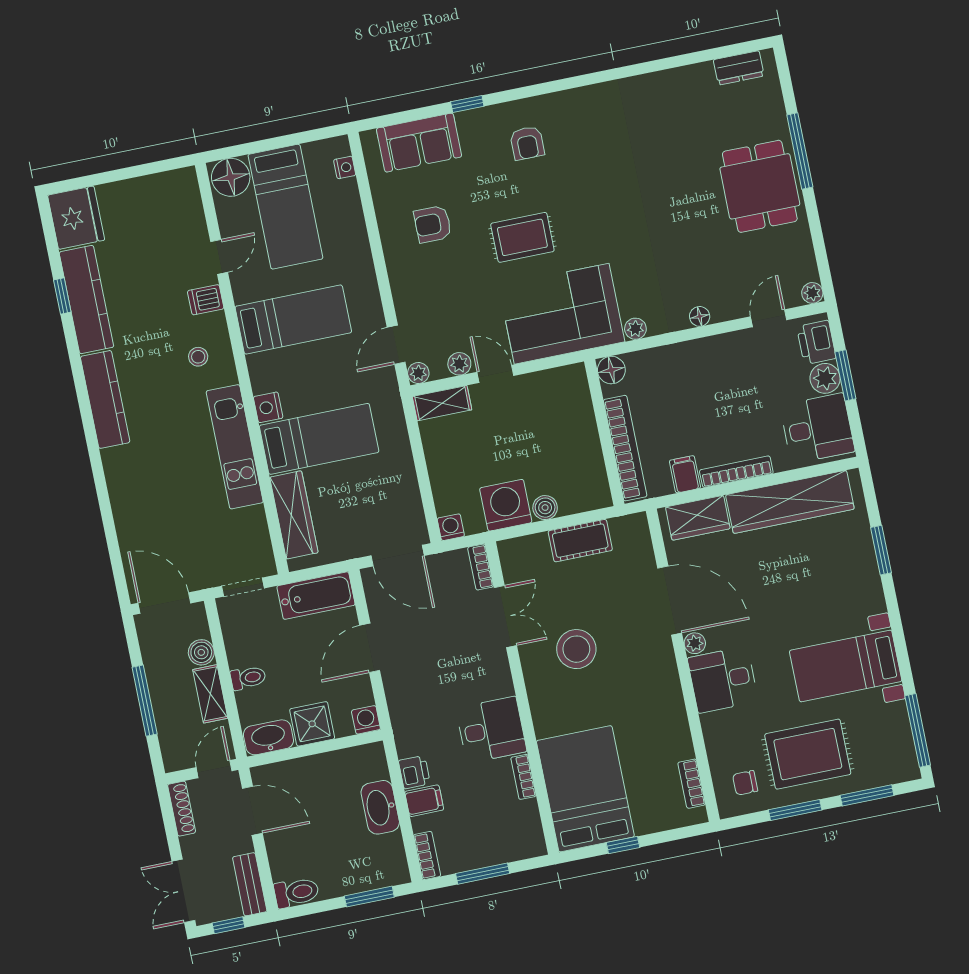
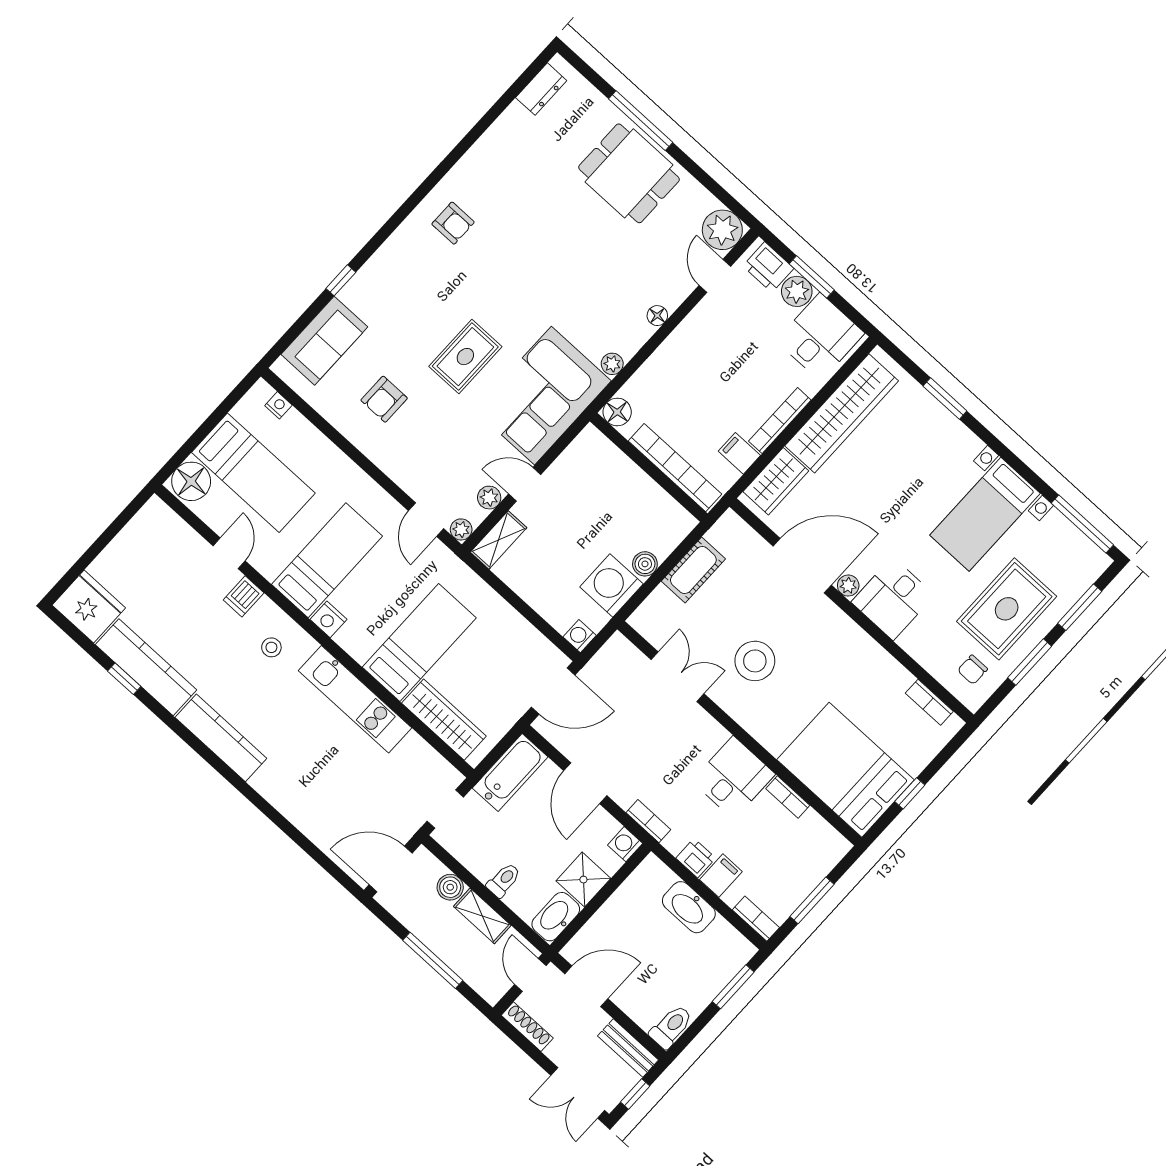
armchair: (527, 143) -> (453, 223), moved
plant: (812, 293) -> (722, 230), width x1.88, depth x1.88
nightstand: (268, 407) -> (328, 619), moved
bookcase: (481, 567) -> (648, 821), moved, turned 180

